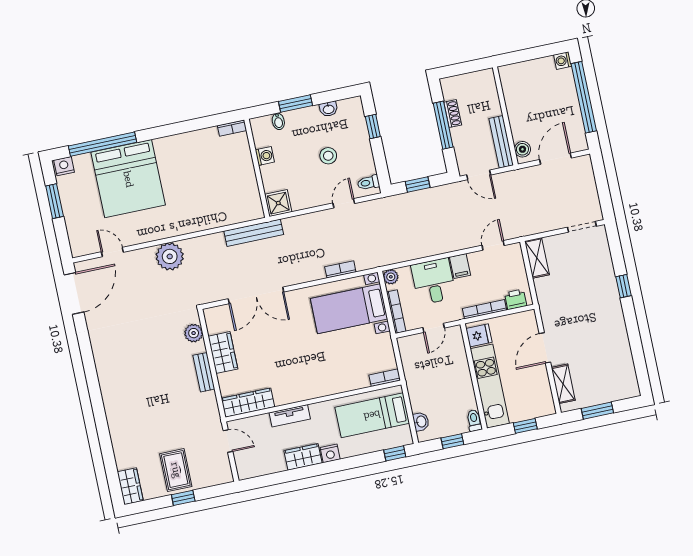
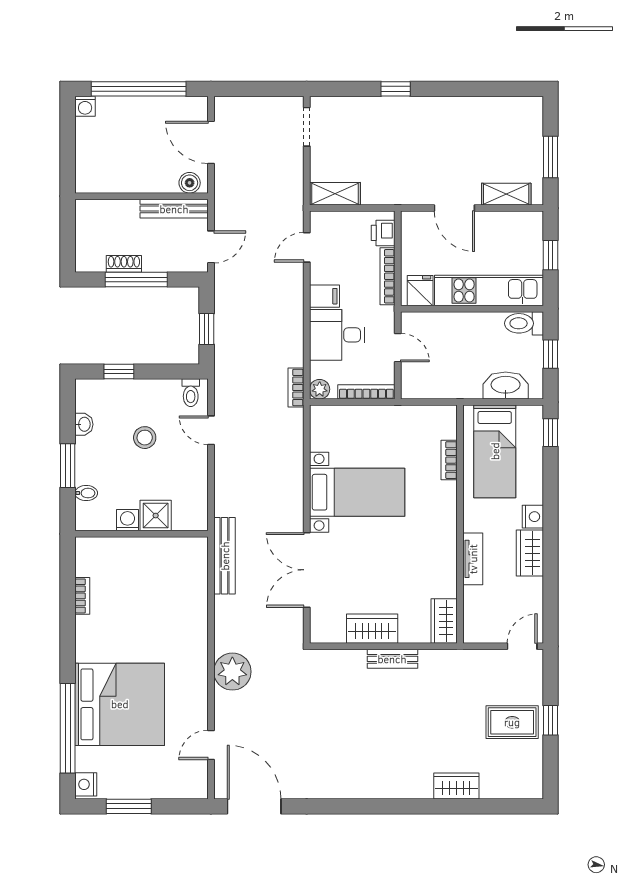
bookcase: (232, 128) -> (82, 596), moved
shower: (278, 203) -> (156, 516), moved
door: (493, 245) -> (307, 247), hinge flipped
bookcase: (340, 269) -> (296, 388), moved
double door: (256, 295) -> (307, 570), swing flipped
bed with nightstands: (349, 309) -> (357, 492), moved, turned -90
plant: (194, 333) -> (339, 662), removed
bookcase: (385, 378) -> (449, 460), moved
wardrobe: (248, 403) -> (444, 621), width x0.67
toilet: (474, 420) -> (524, 323), width x1.37, depth x1.39
washbasin: (421, 422) -> (506, 385), width x1.91, depth x1.45
door: (228, 441) -> (522, 646), moved
wardrobe: (130, 486) -> (456, 786), moved

